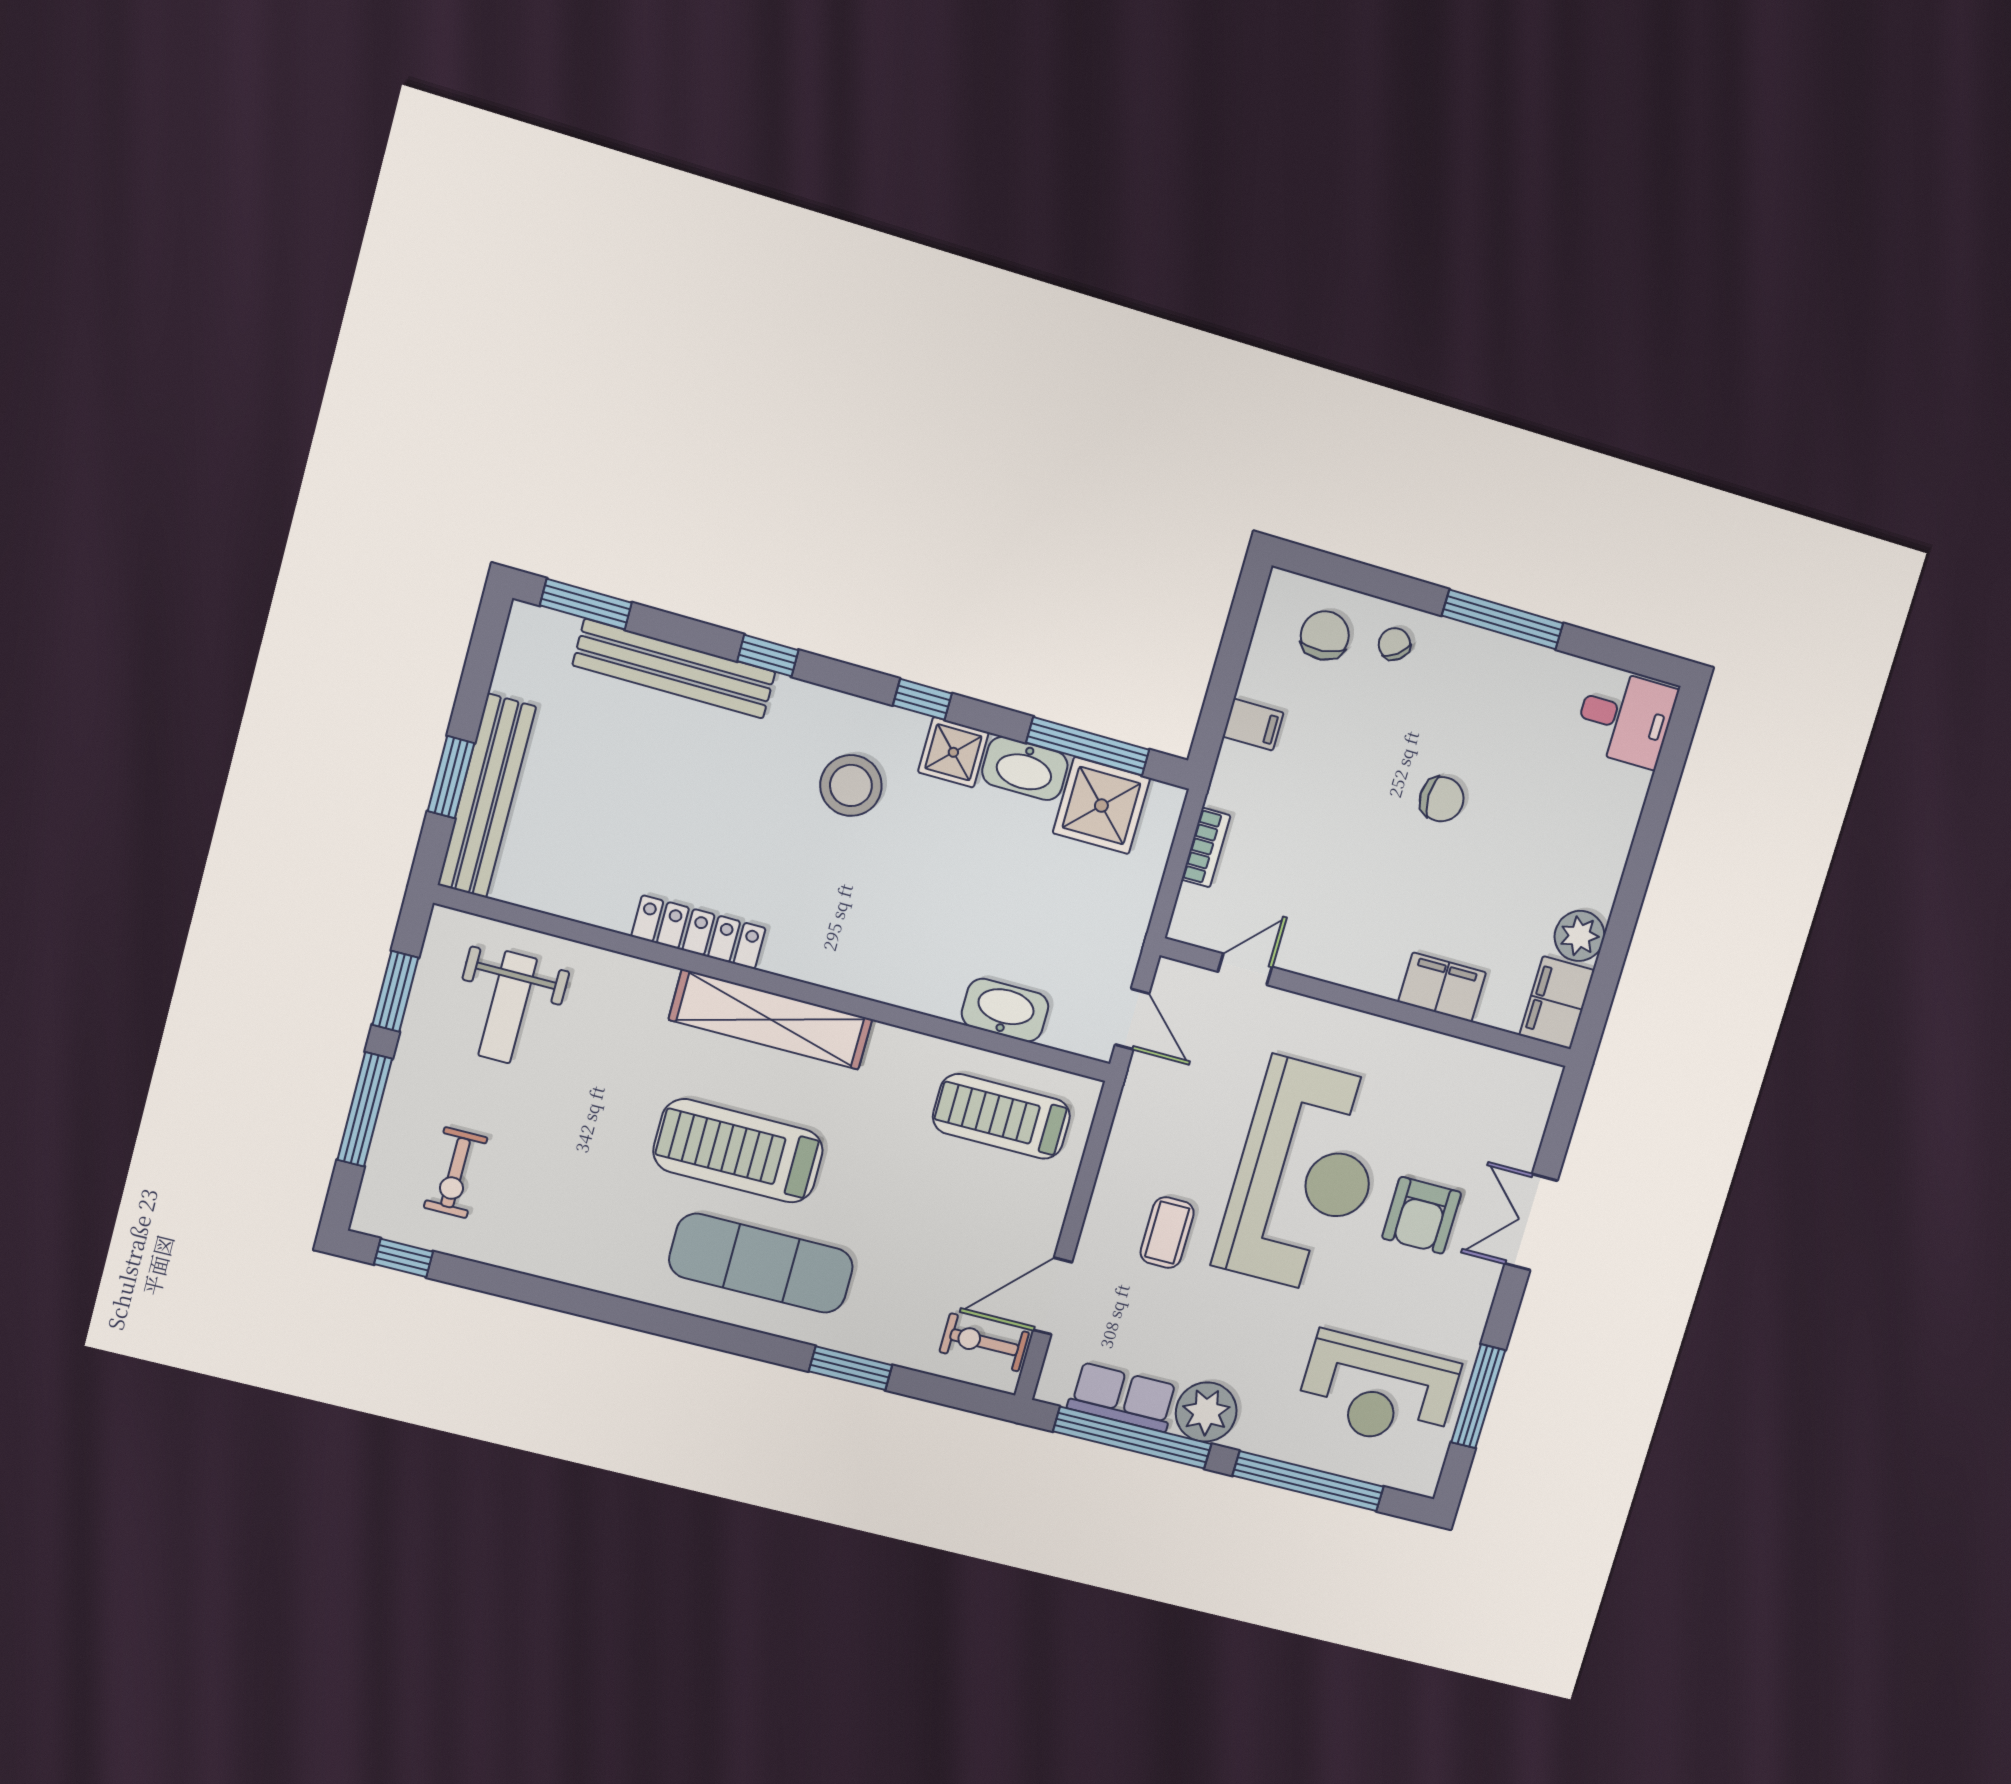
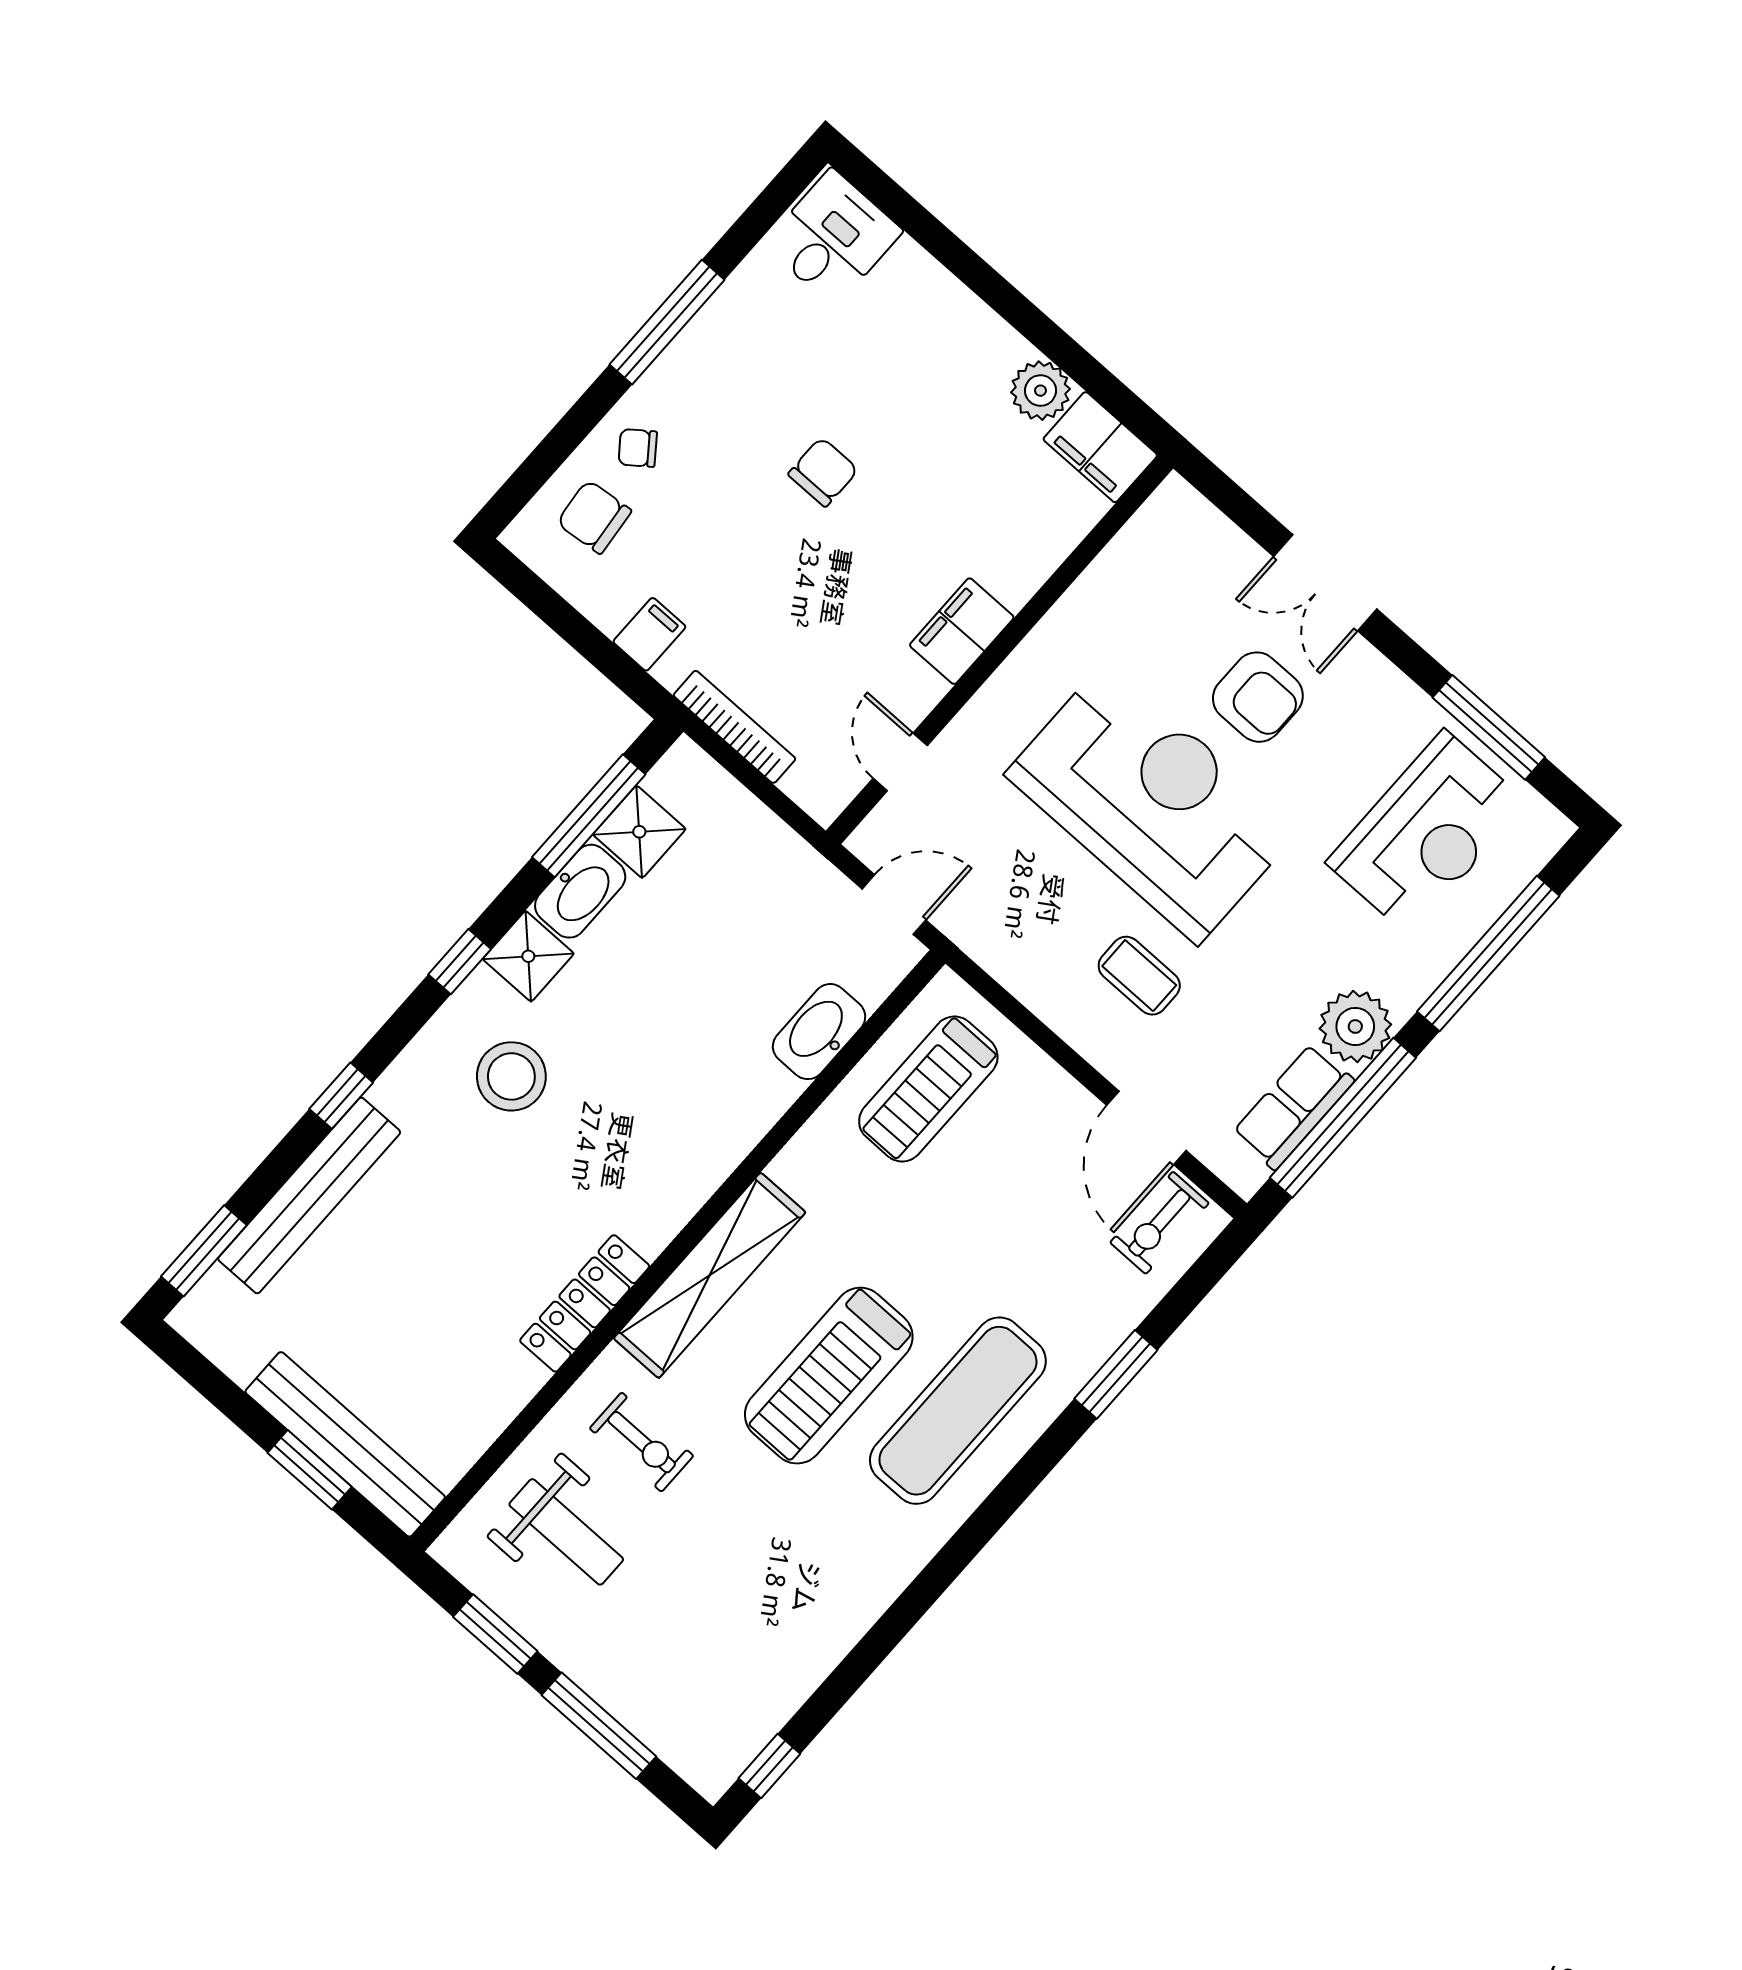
shower: (1101, 806) -> (639, 832), width x0.73, depth x0.73
bookcase: (1206, 848) -> (734, 727), width x1.56
filing cabinet: (1442, 987) -> (962, 631), moved
exercise bike: (456, 1173) -> (642, 1442), moved

